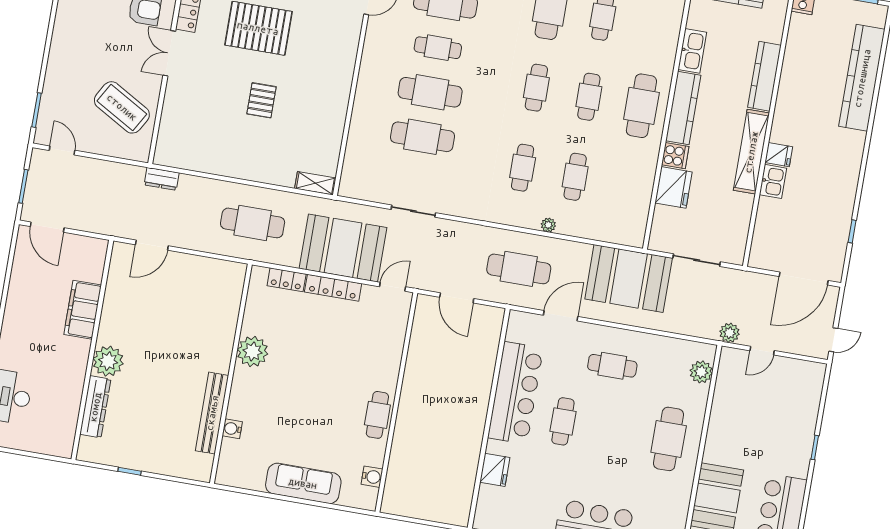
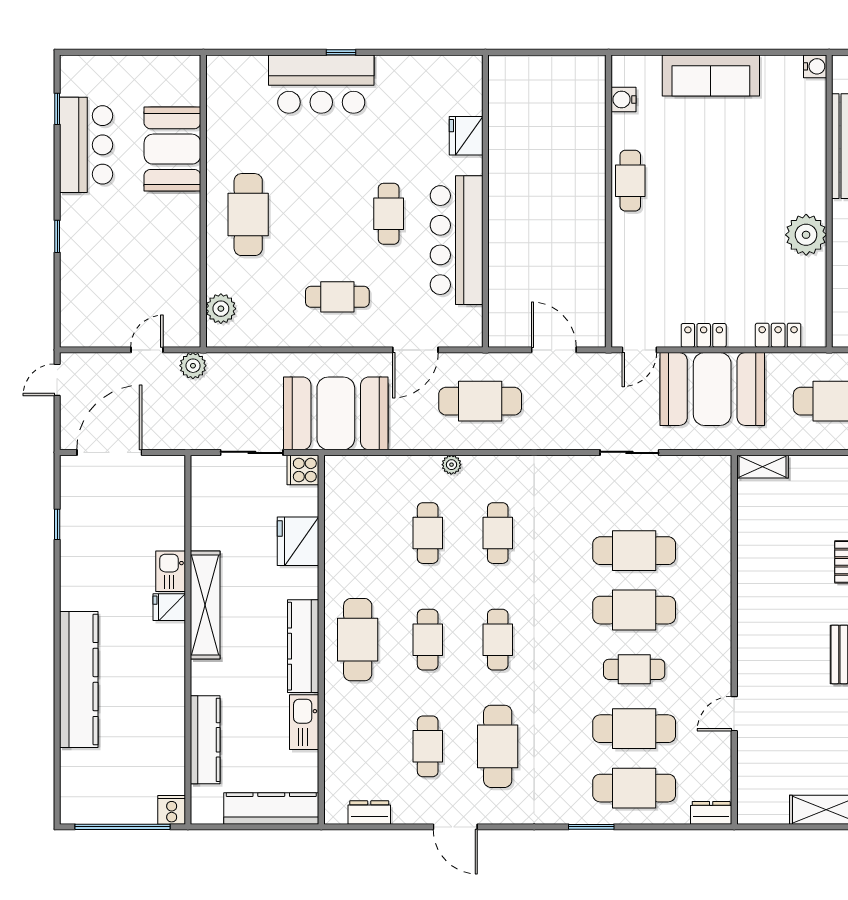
kitchen counter: (764, 76) -> (205, 740), moved
kitchen counter: (862, 78) -> (79, 679), moved
cooker: (675, 156) -> (303, 470), moved
locker: (333, 288) -> (704, 335), width x0.66
water cooler: (232, 429) -> (815, 66), moved

